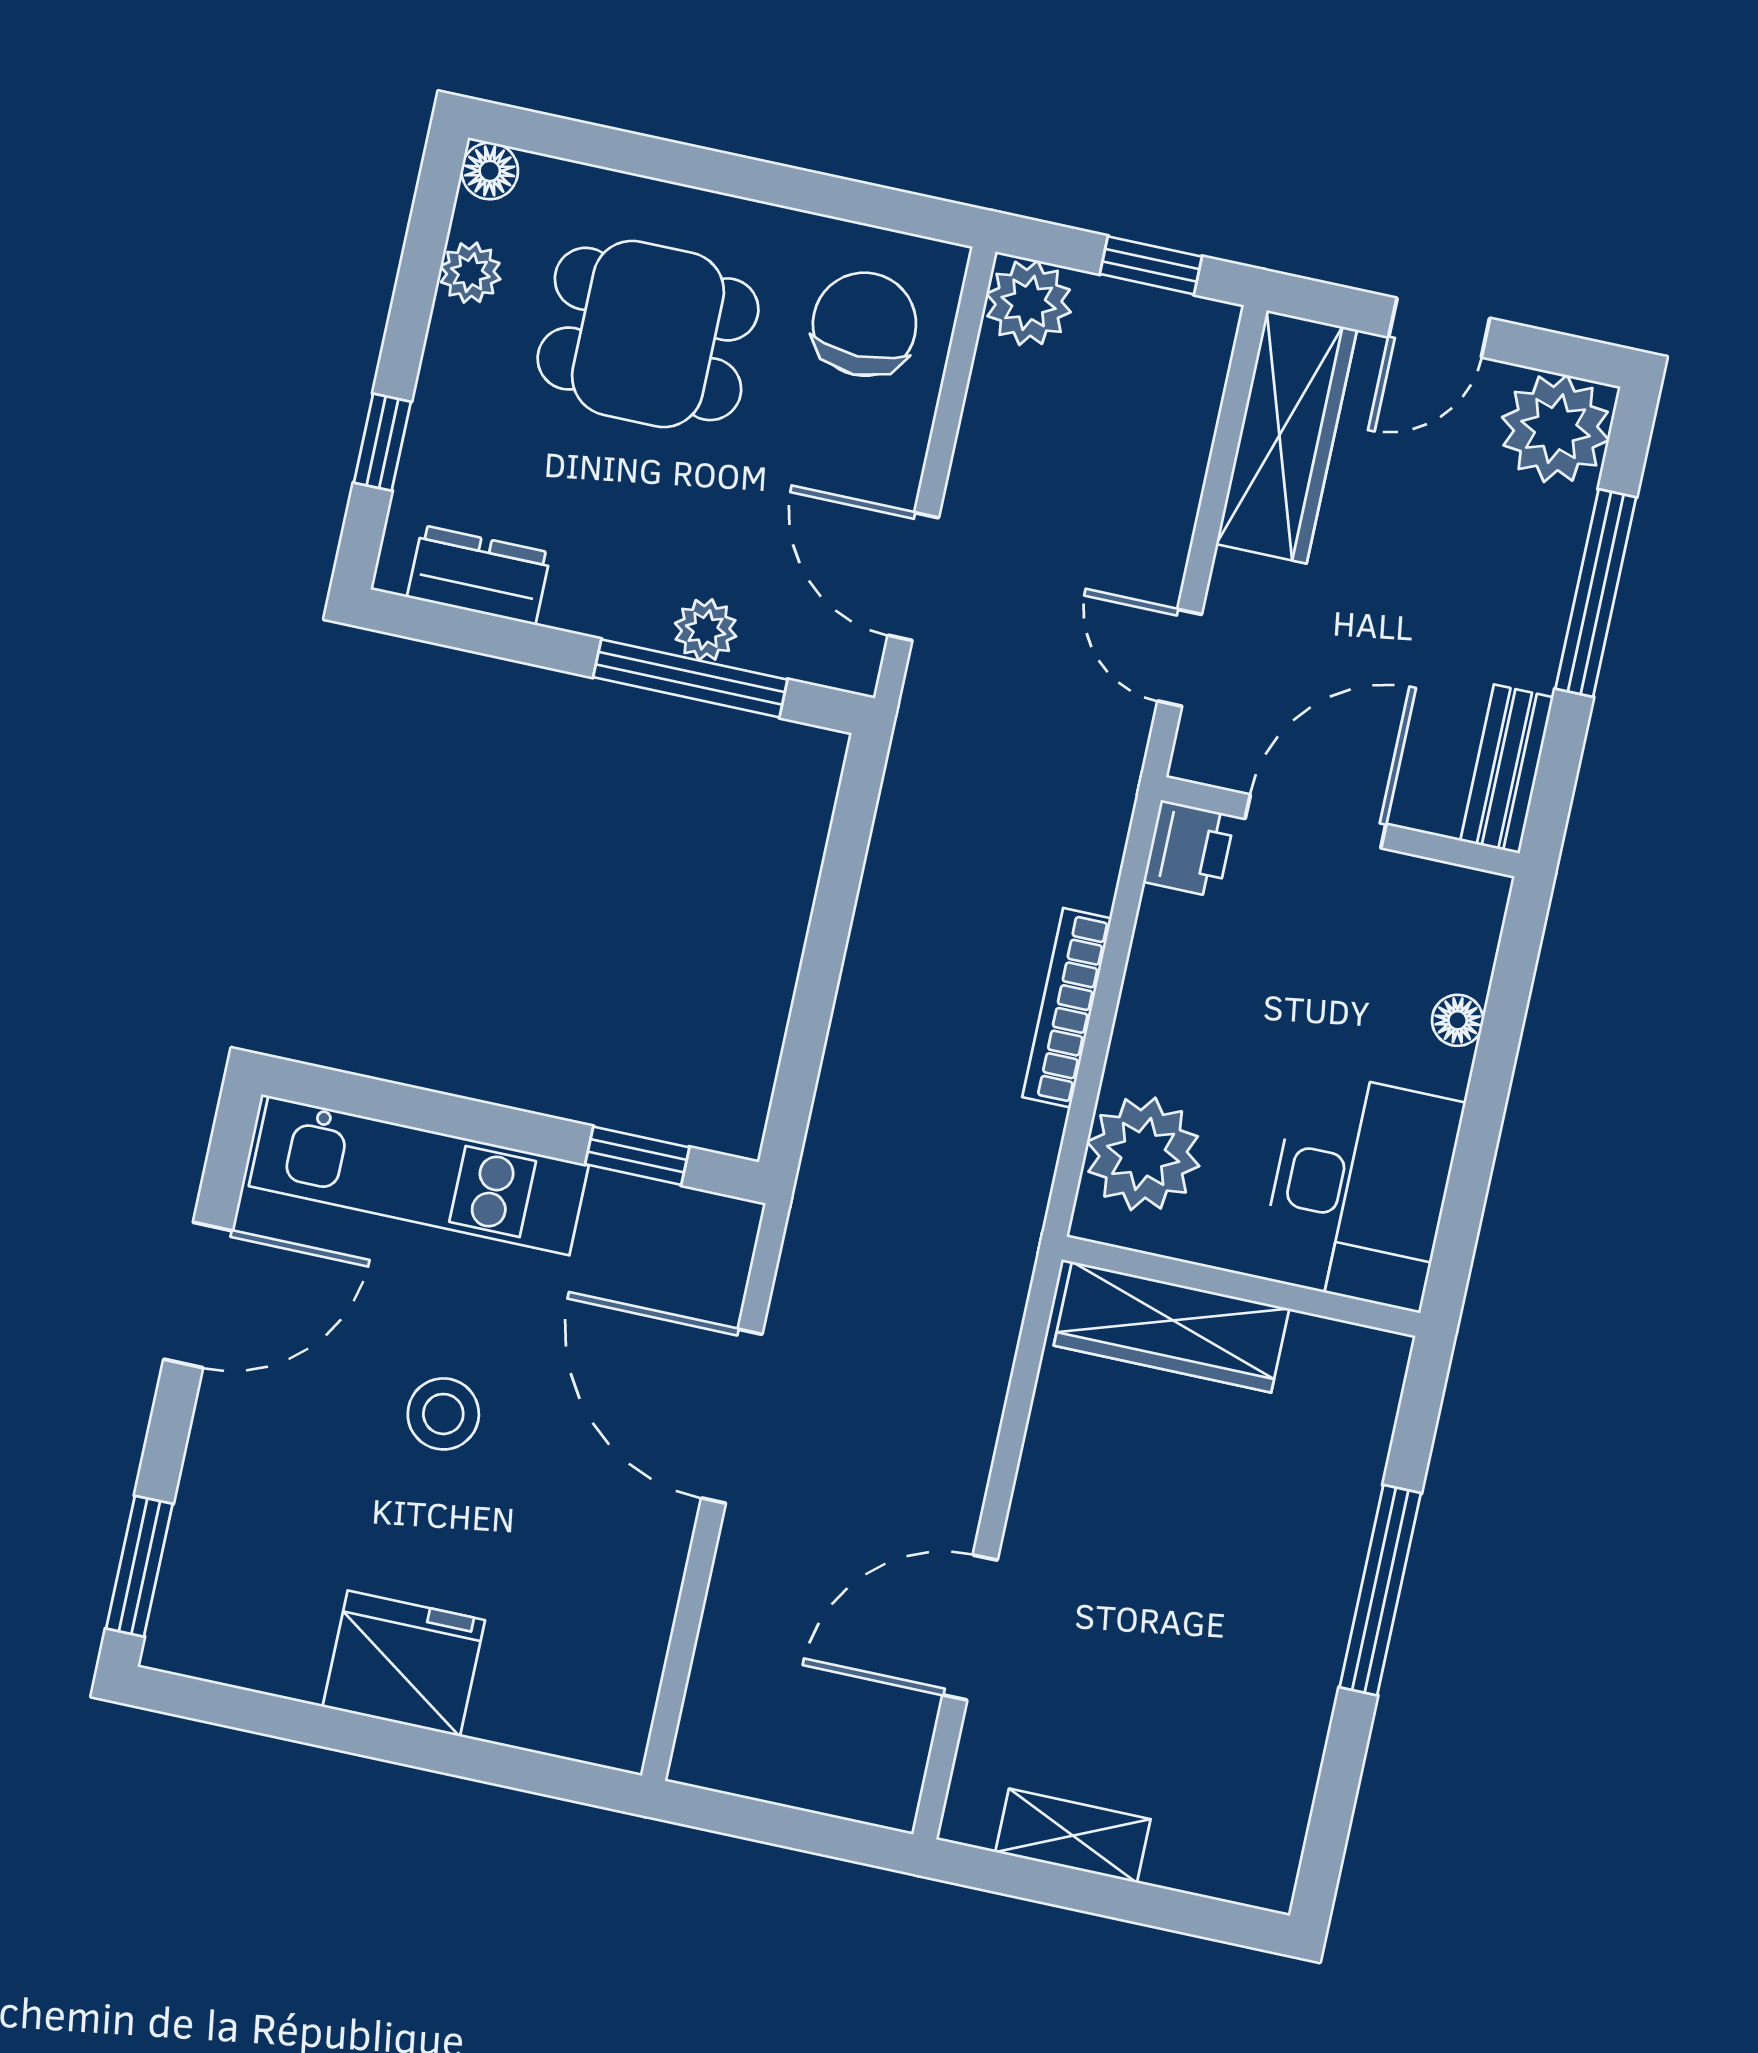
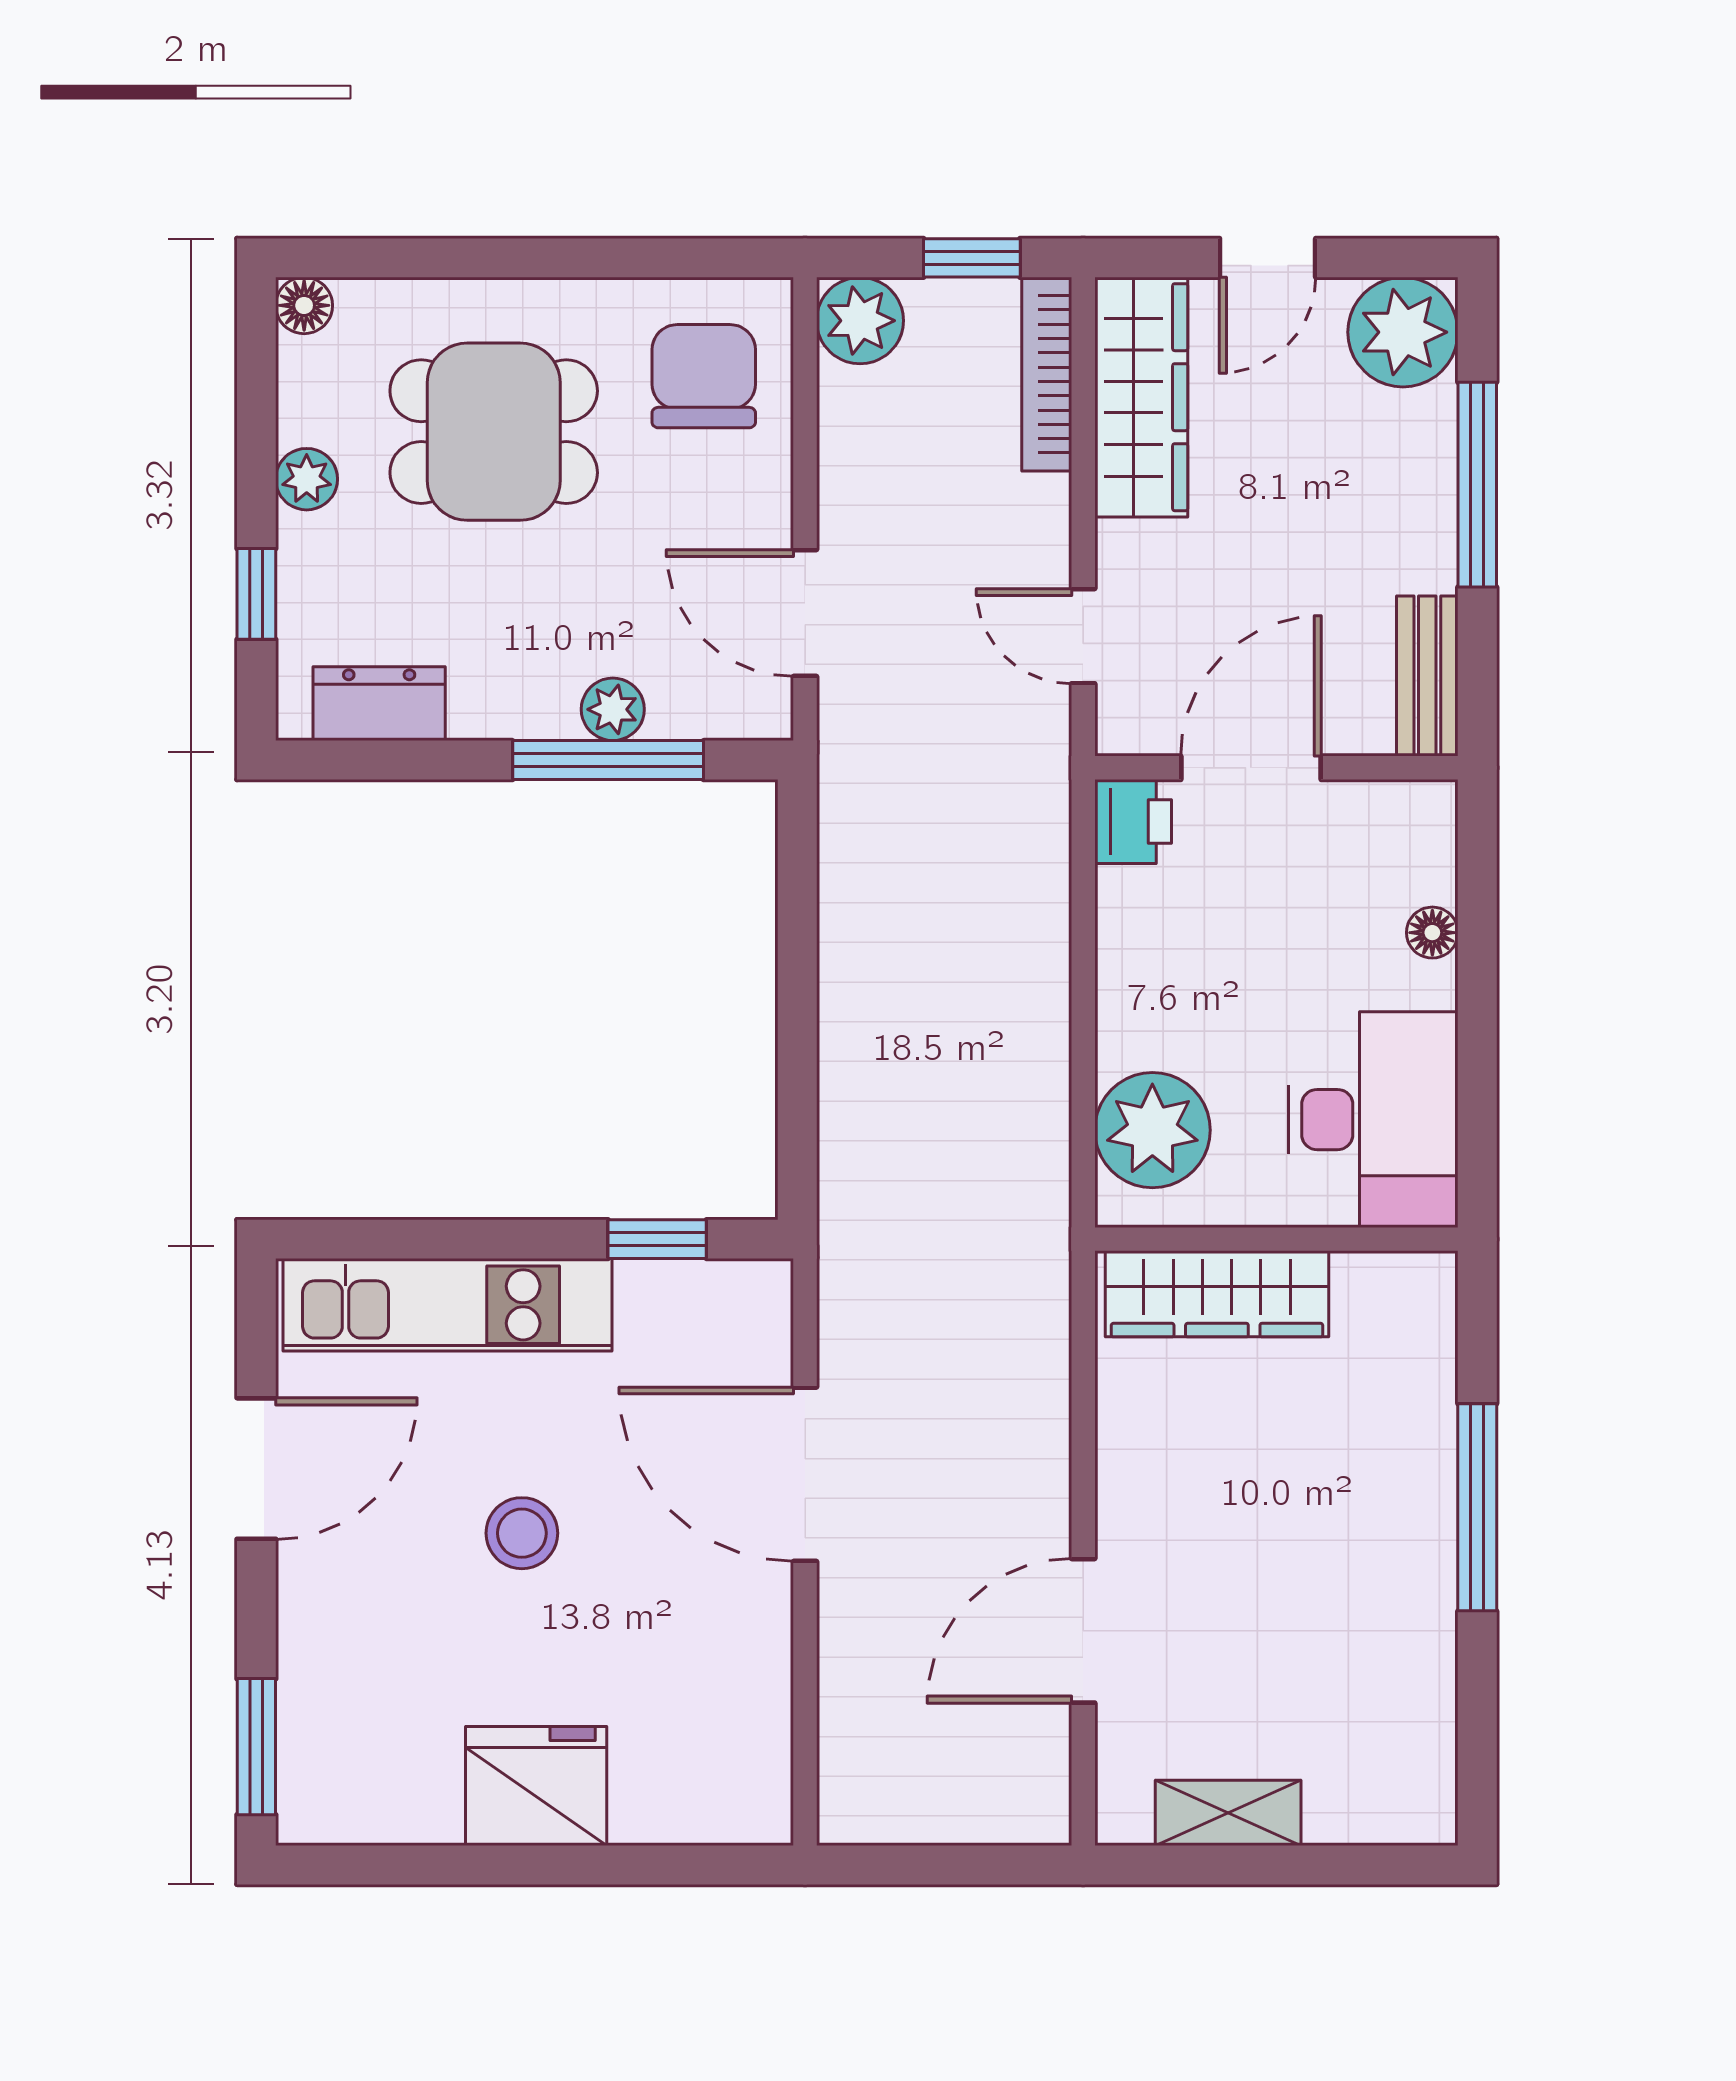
plant: (470, 273) -> (307, 479), moved
bookcase: (1067, 1008) -> (1047, 374), moved

